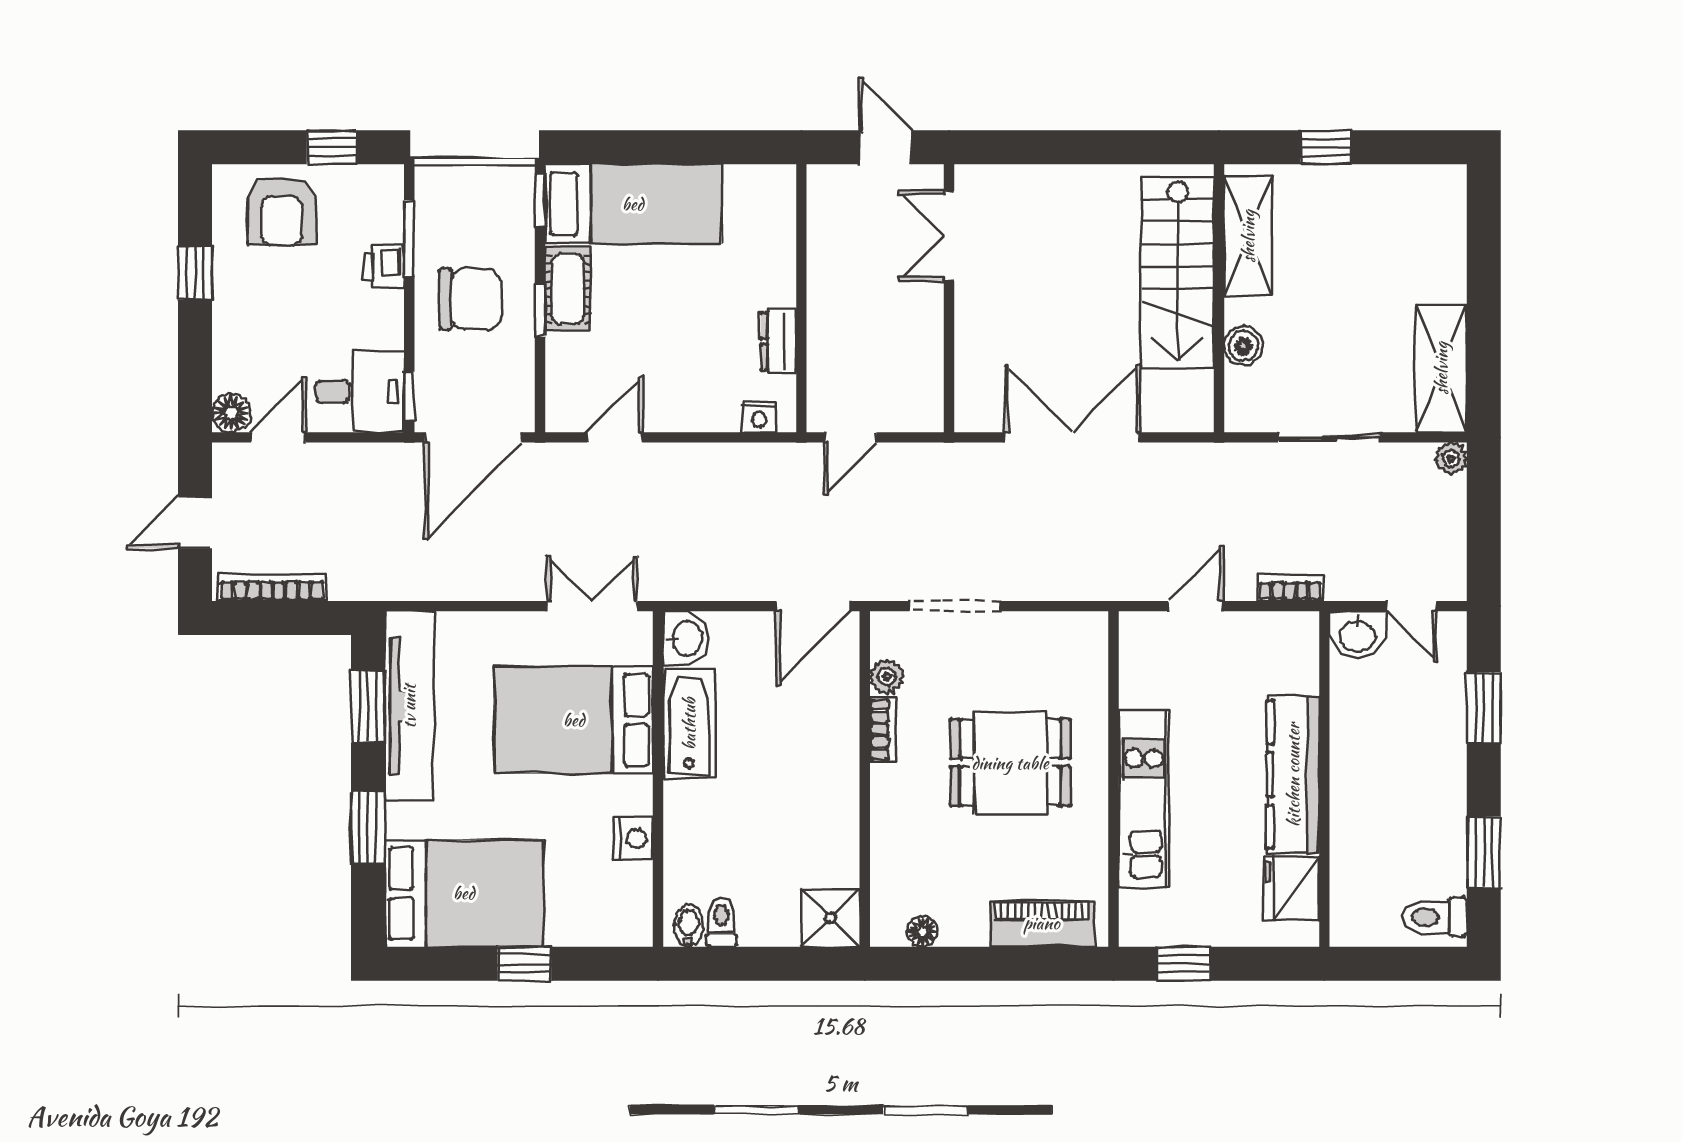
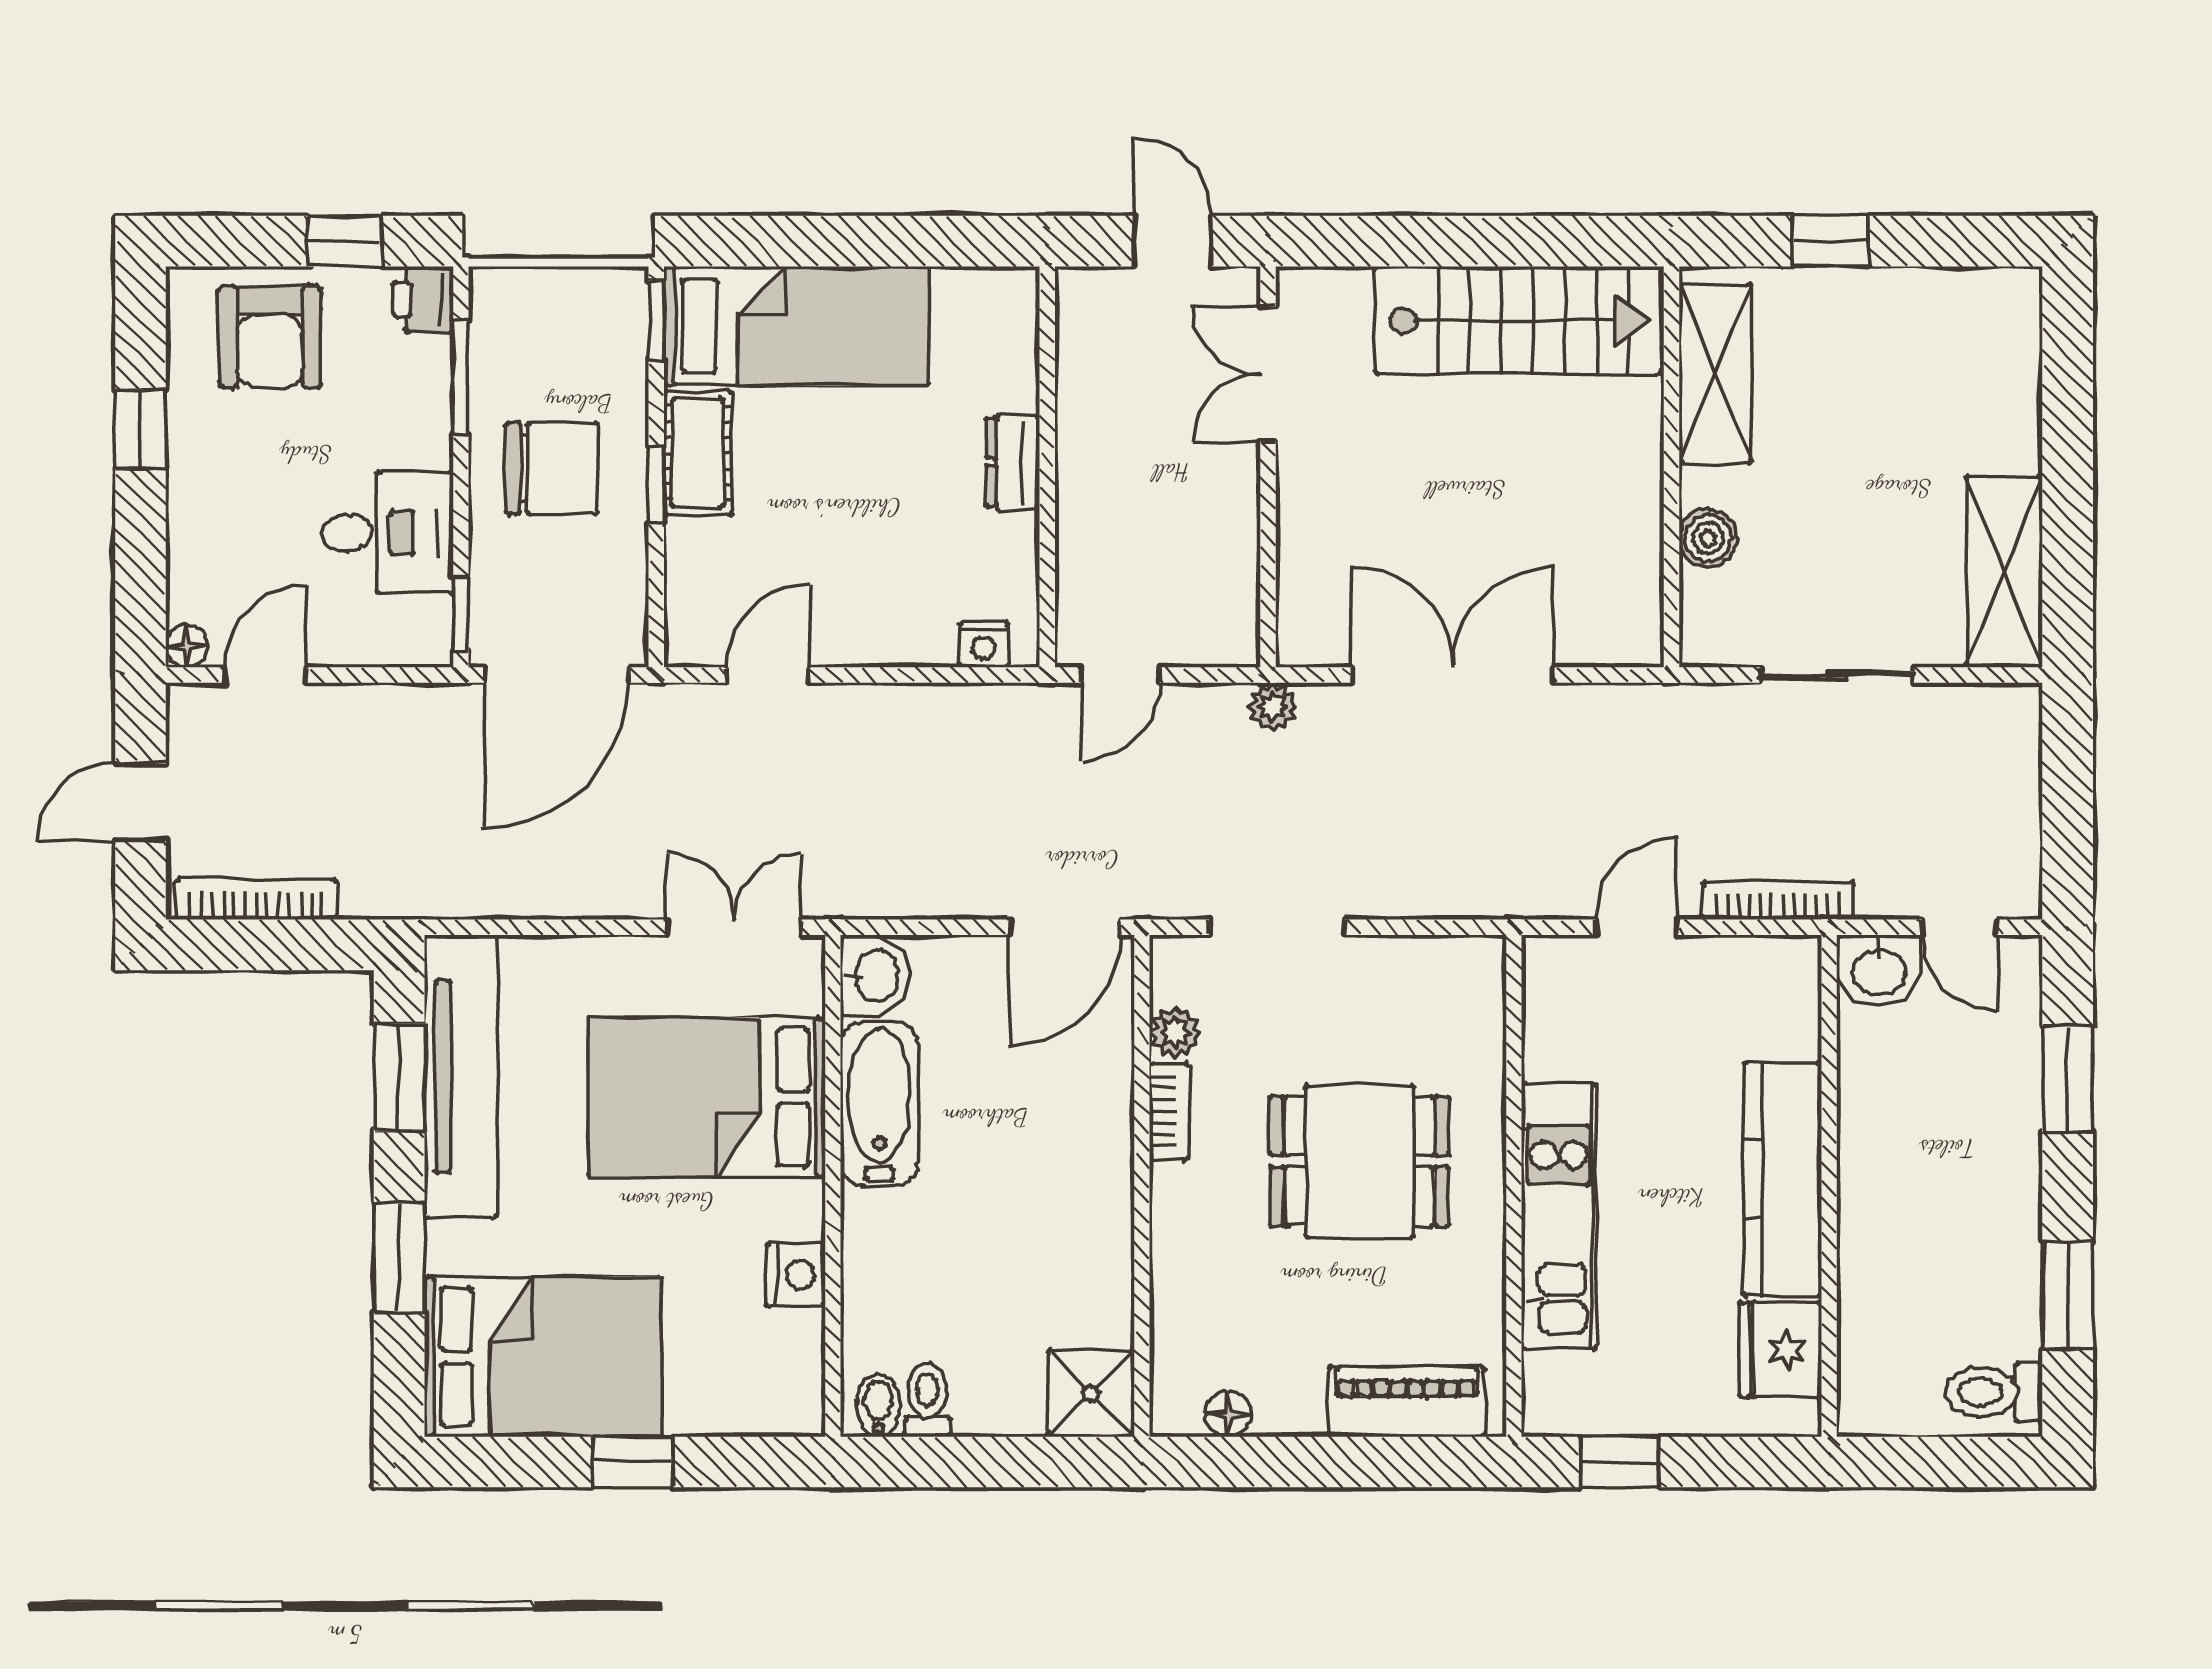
printer: (384, 266) -> (423, 300), moved
stairs: (1178, 272) -> (1518, 320), moved, turned -90
dresser: (779, 341) -> (1013, 462), moved
desk: (360, 391) -> (387, 533), moved
floor lamp: (231, 413) -> (187, 646), width x0.73, depth x0.73
plant: (1451, 458) -> (1273, 707), moved
bookcase: (1290, 588) -> (1778, 900), width x1.56

